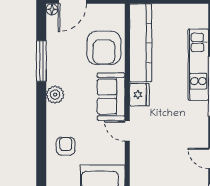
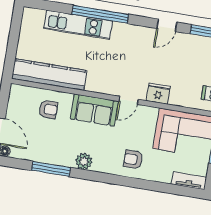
armchair: (104, 48) -> (48, 109), width x0.53, depth x0.53
fridge: (139, 95) -> (158, 94), moved

